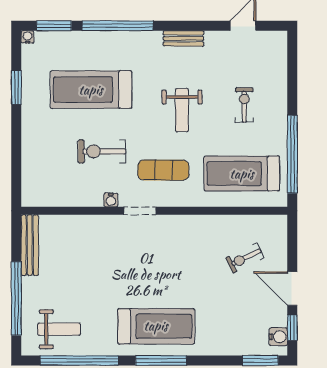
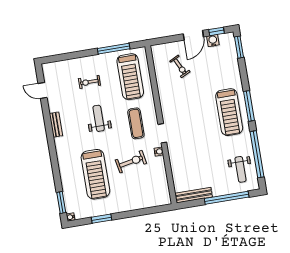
window: (118, 26) -> (55, 165), removed
weight bench: (182, 110) -> (99, 118), turned -90
exercise bike: (102, 151) -> (131, 162), turned -101
window: (292, 154) -> (114, 49), width x0.68
treadmill: (156, 326) -> (229, 112), turned 180
weight bench: (59, 329) -> (240, 169), turned 180
water cooler: (278, 337) -> (213, 40), moved

